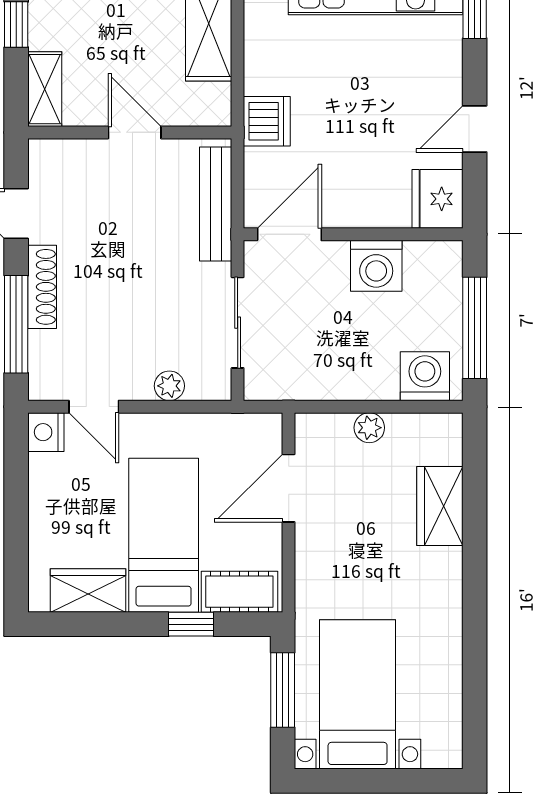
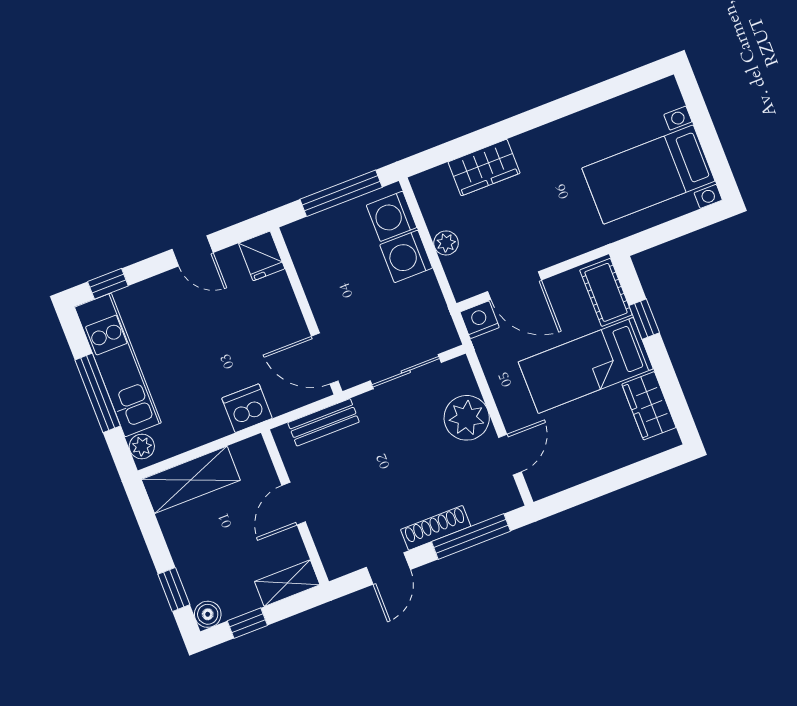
fridge: (437, 199) -> (262, 256), width x0.72
bench: (216, 204) -> (324, 422), width x0.73
washing machine: (376, 266) -> (406, 256), moved, turned 180
plant: (169, 386) -> (467, 418), width x1.88, depth x1.88
nightstand: (46, 432) -> (480, 320), moved, turned 180
window: (283, 690) -> (667, 232), removed

